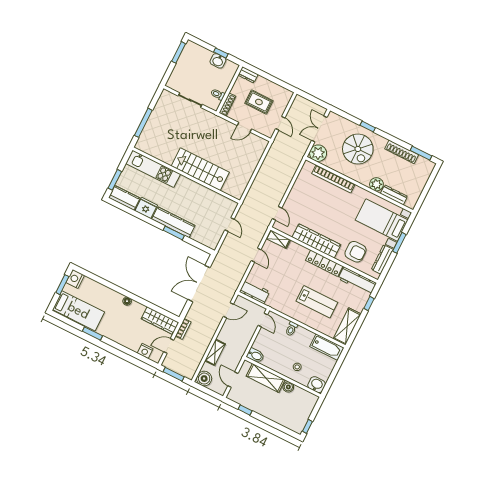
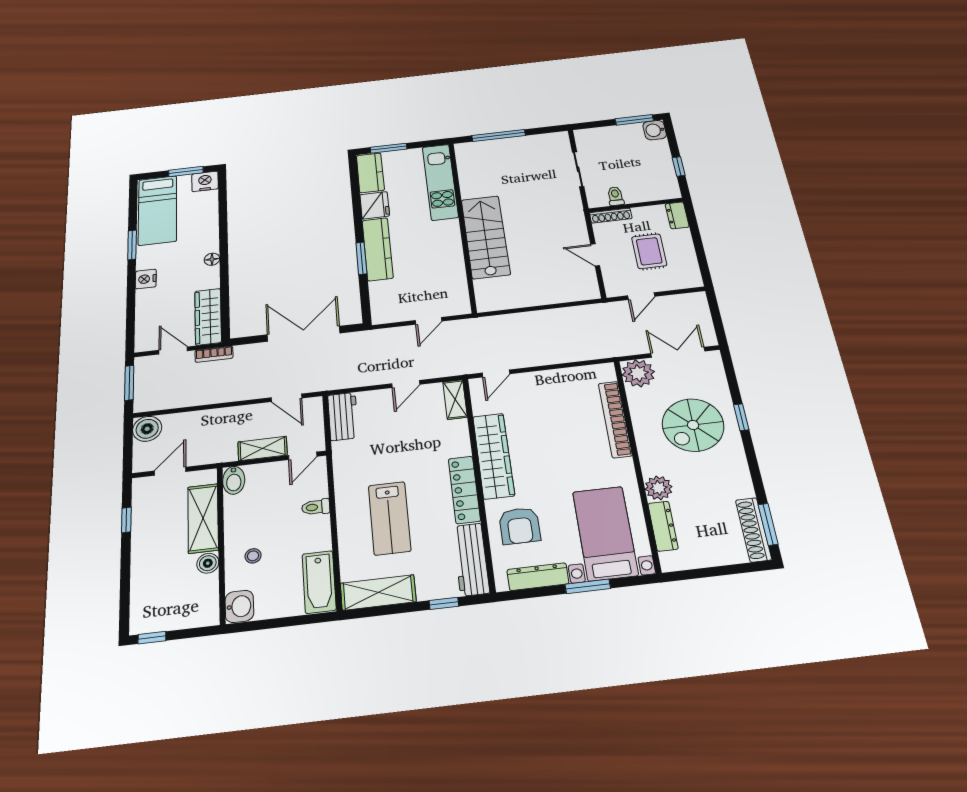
washbasin: (218, 61) -> (655, 130), moved
shoe rack: (402, 152) -> (753, 530), moved
nightstand: (145, 351) -> (146, 279), moved
shelving: (215, 352) -> (263, 448), moved

